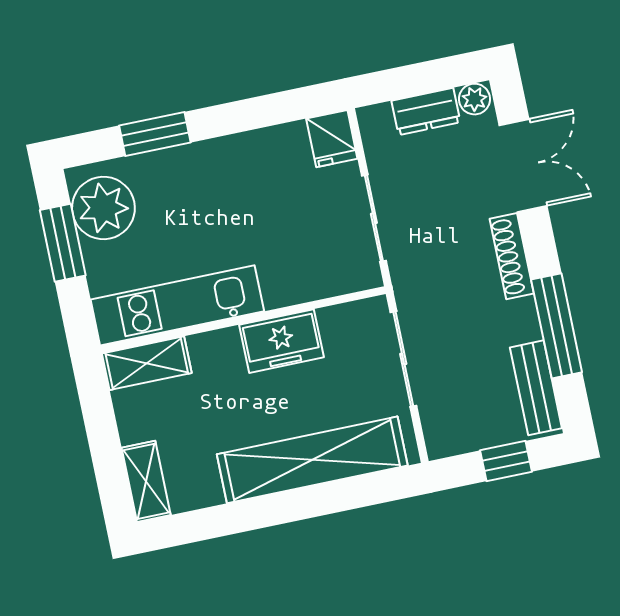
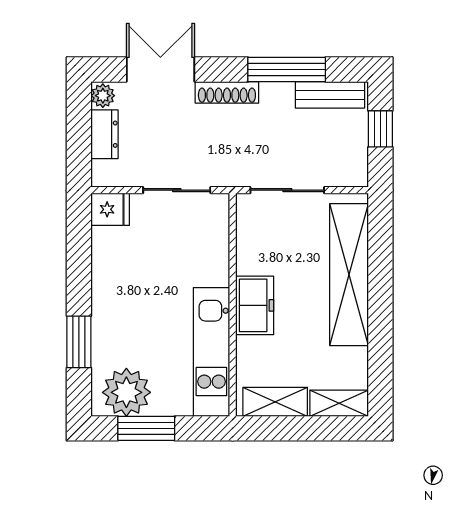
freezer: (281, 341) -> (255, 305), moved
shelving: (147, 363) -> (275, 402), moved, turned 90

